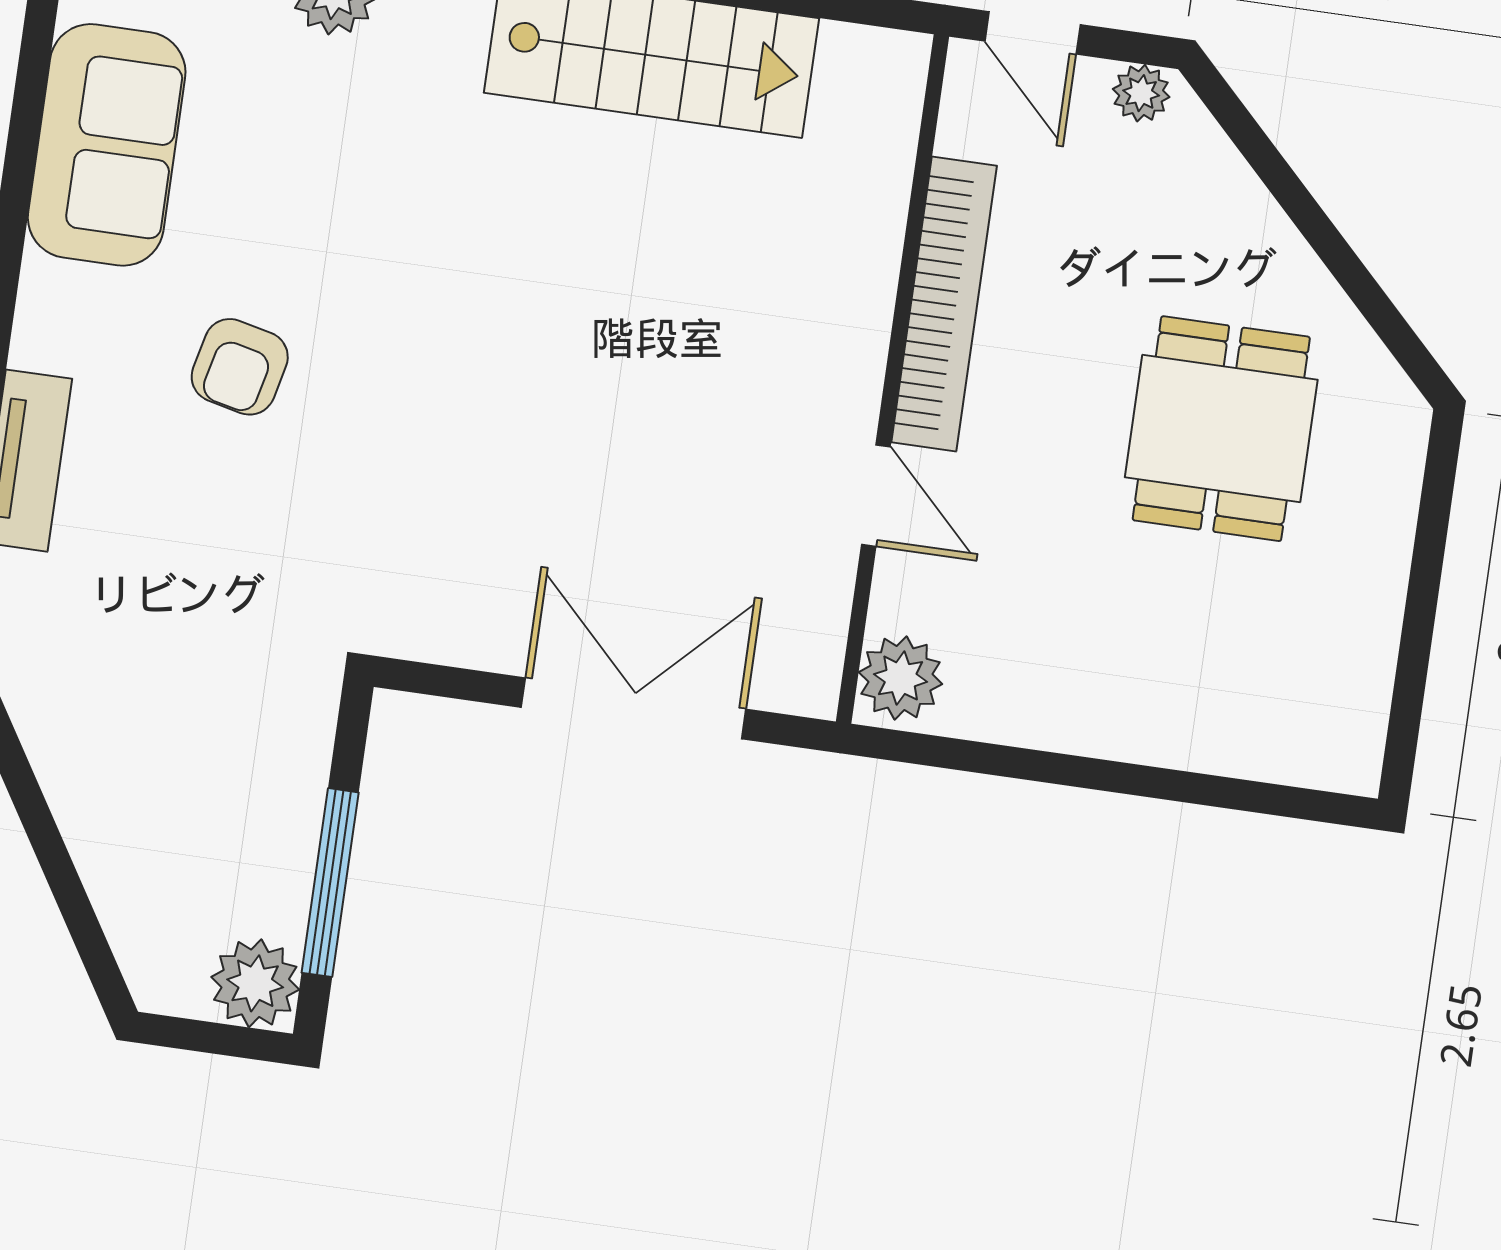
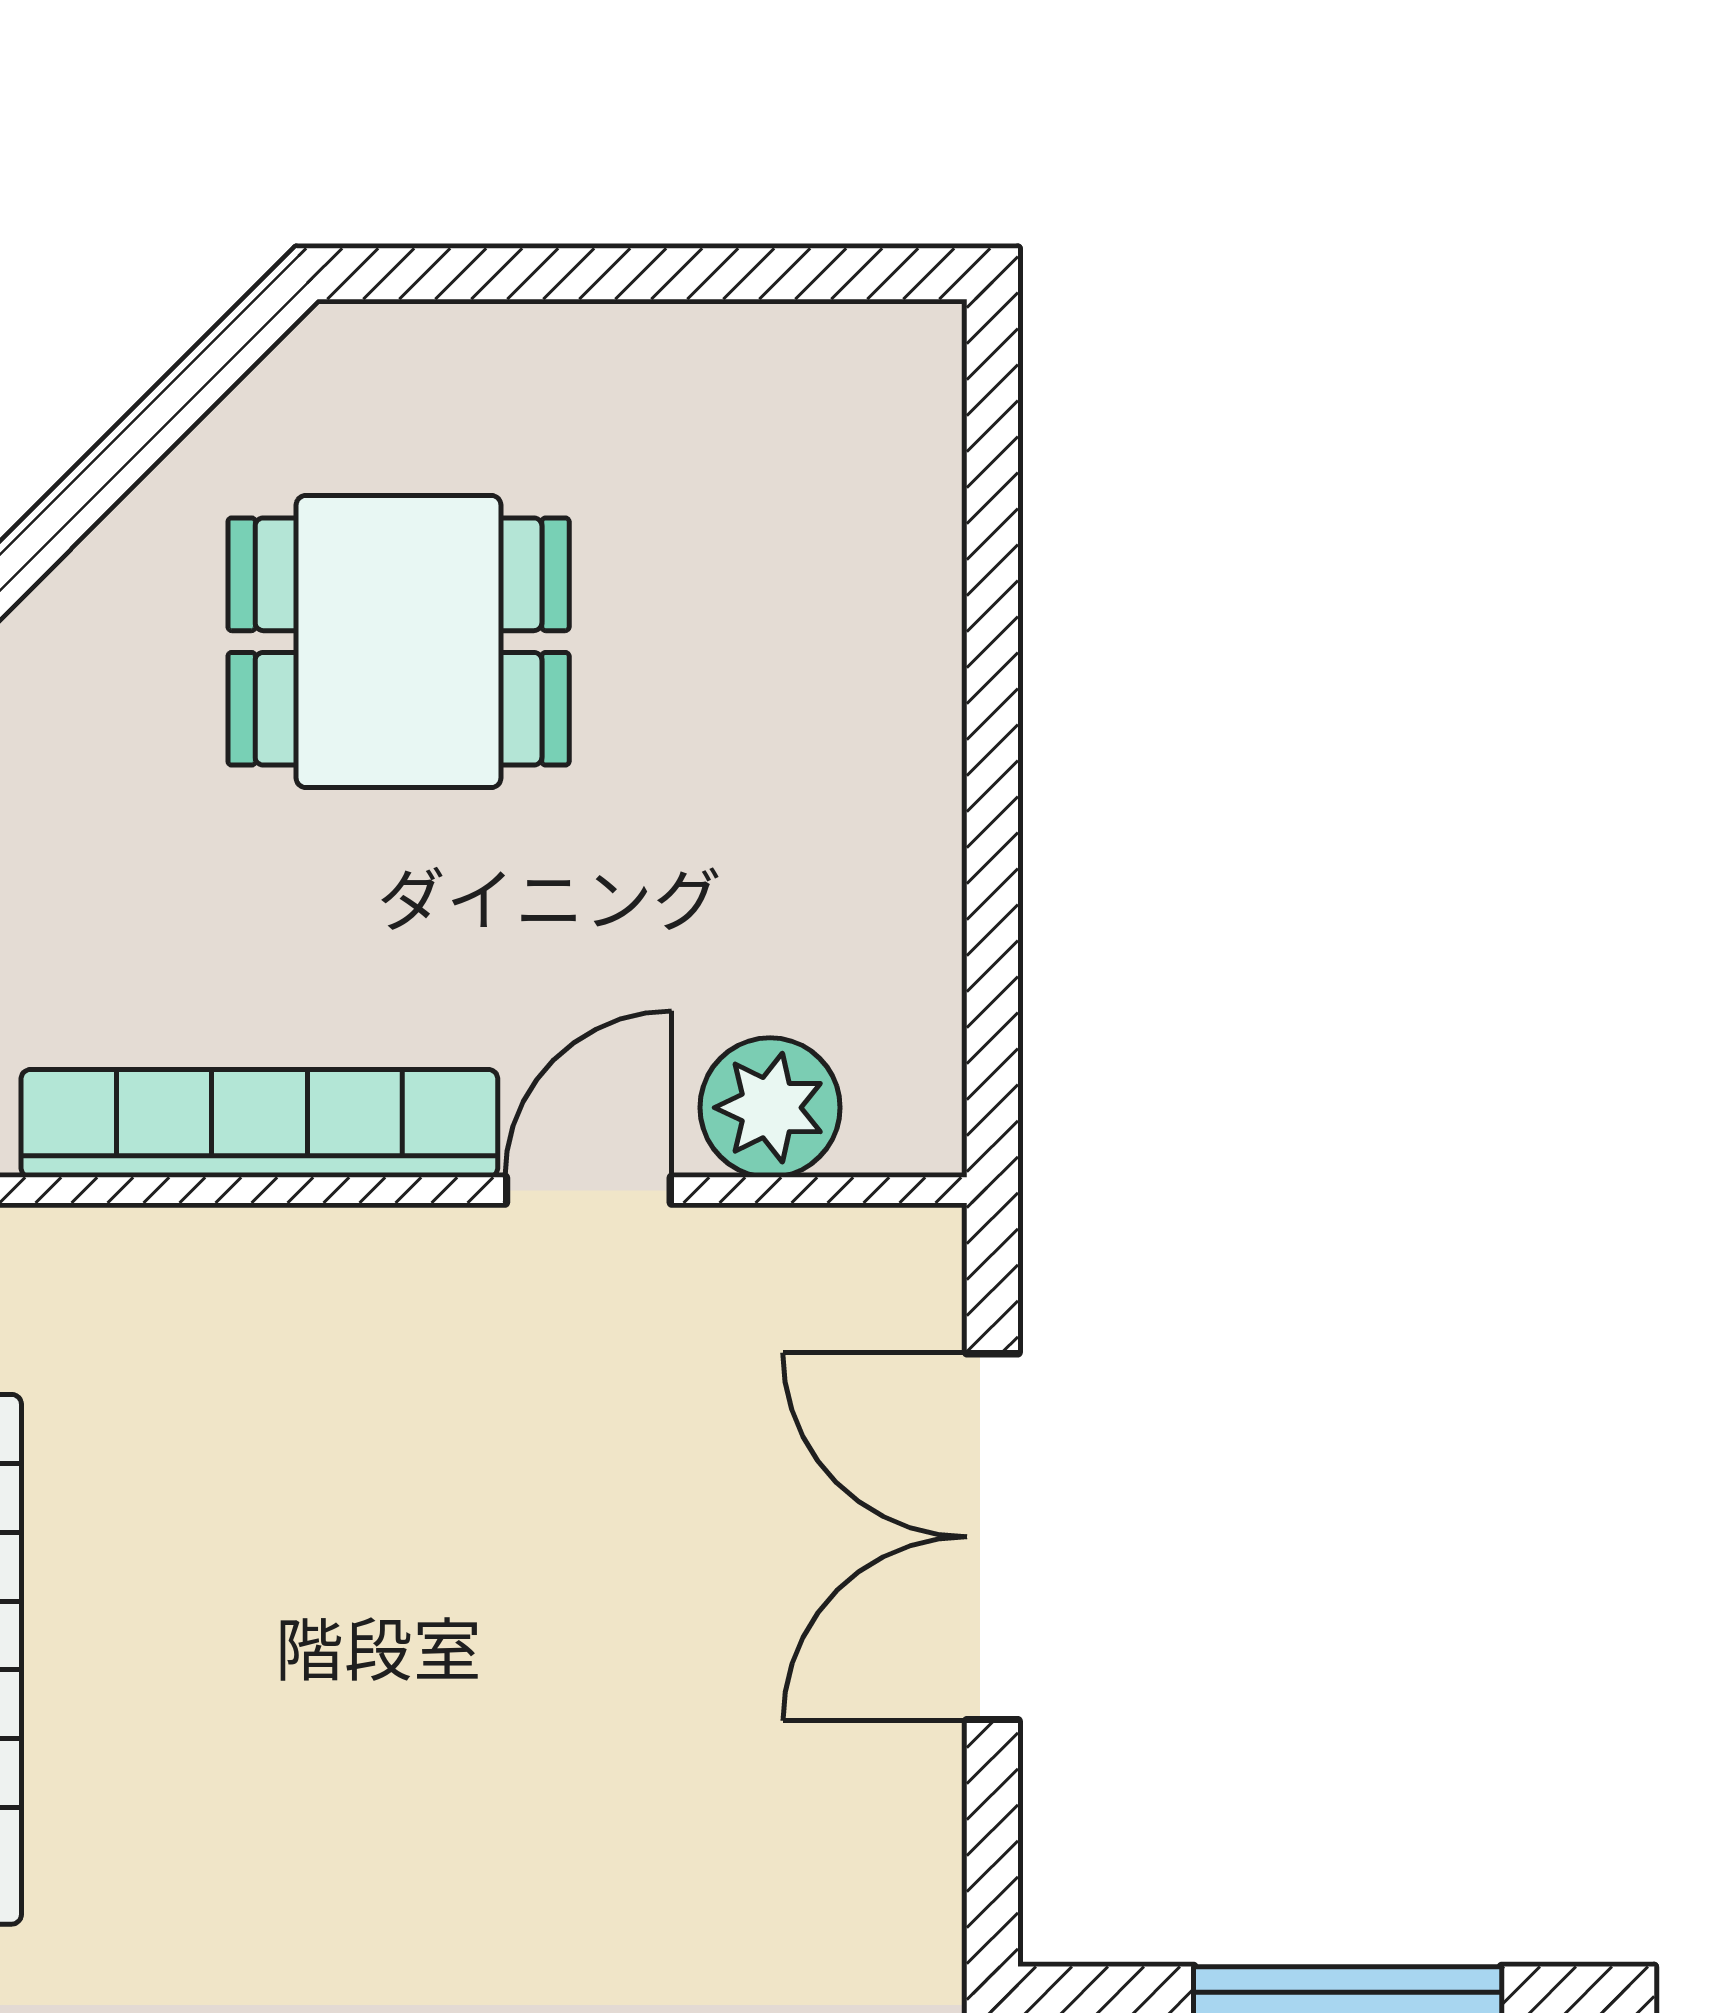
plant: (901, 678) -> (770, 1108), moved

